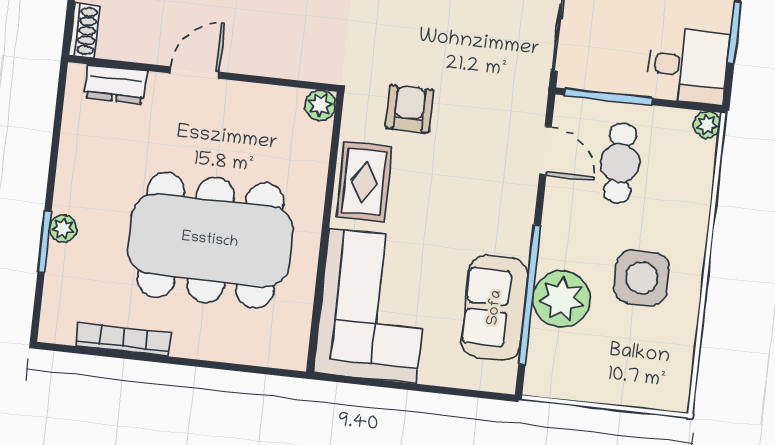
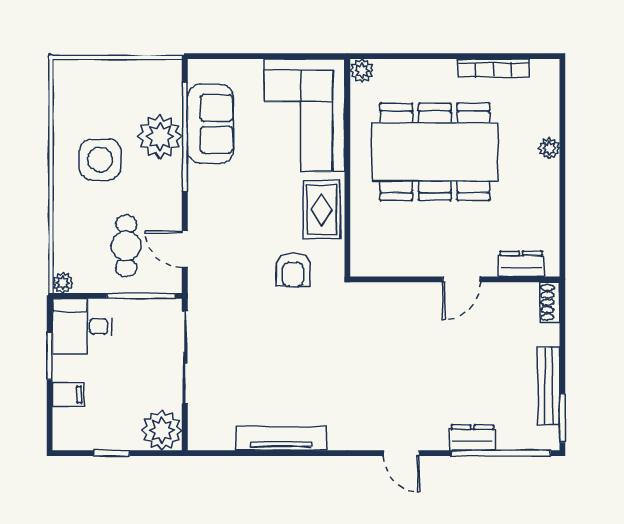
plant: (320, 105) -> (362, 71), moved
window: (44, 242) -> (562, 137), removed

